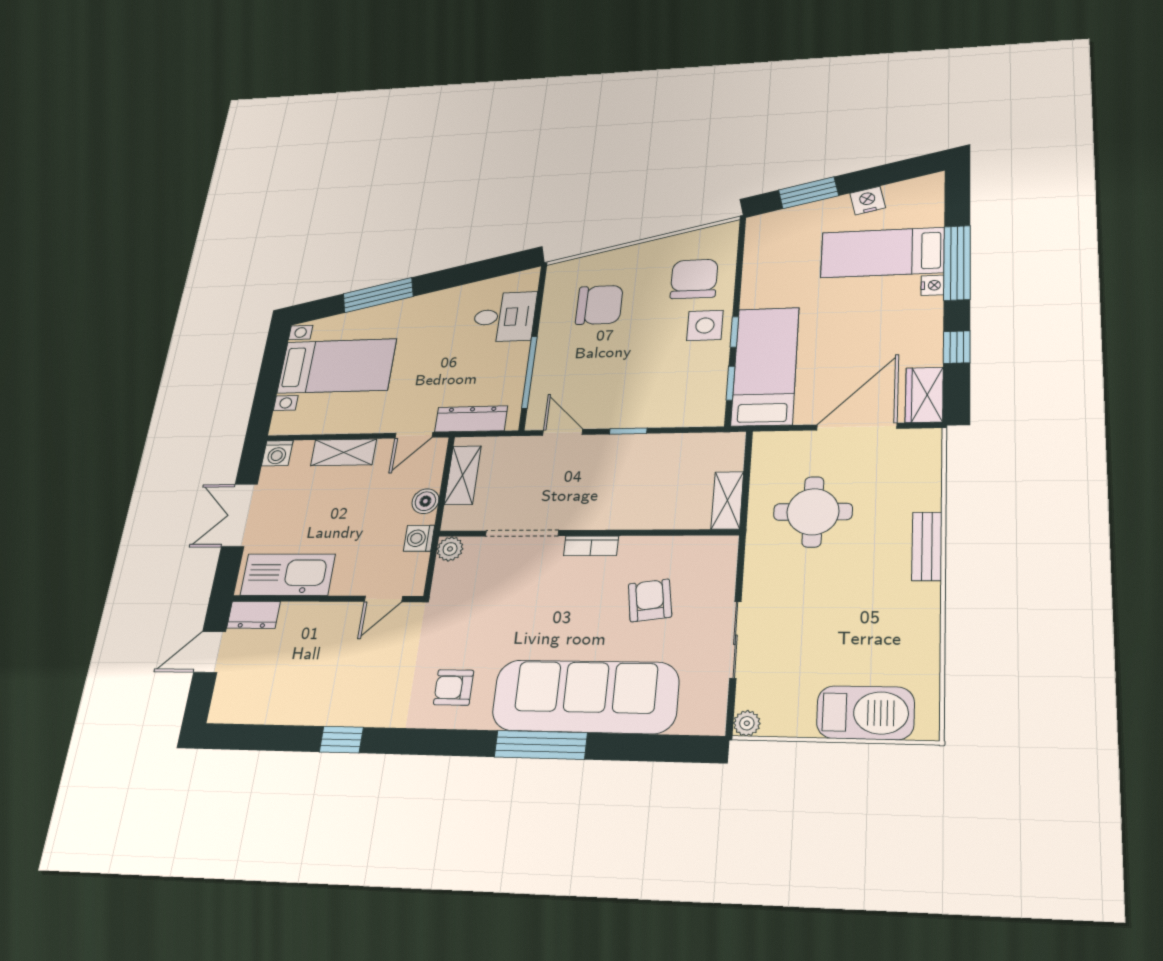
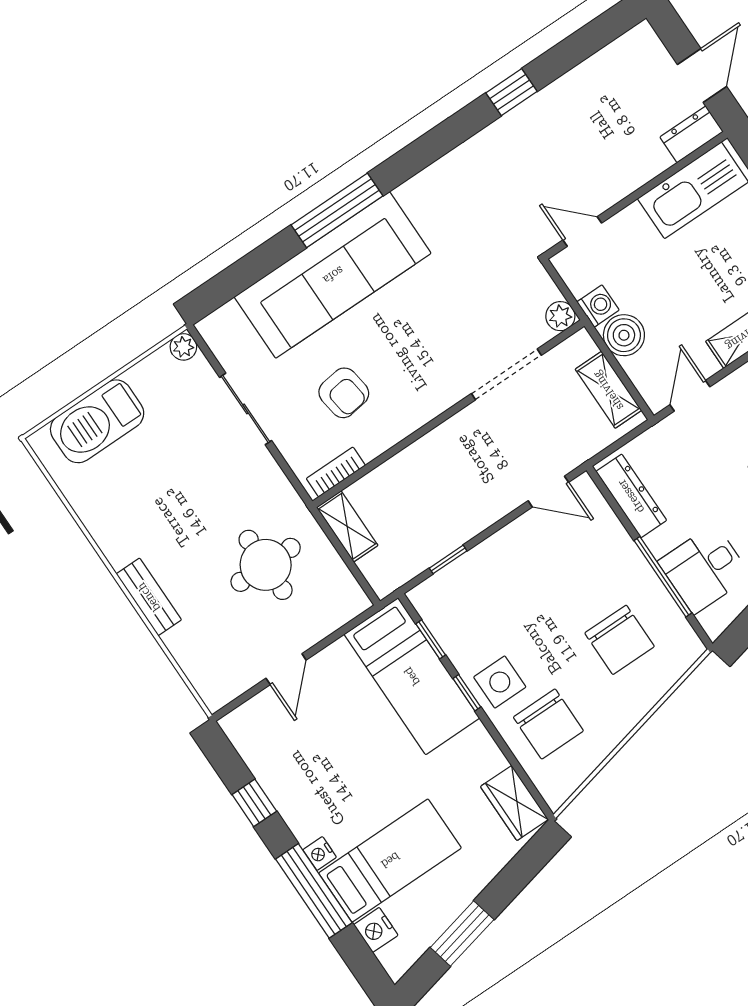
window: (808, 193) -> (462, 933), moved
nightstand: (868, 201) -> (376, 930), moved, turned 103
chair: (599, 305) -> (620, 640), turned -90
window: (529, 372) -> (663, 577), moved
wardrobe: (924, 395) -> (514, 803), moved, turned 180
dresser: (471, 419) -> (631, 496), moved, turned -90
door: (857, 427) -> (286, 669), width x0.53
window: (628, 431) -> (448, 559), moved
boiler: (425, 501) -> (624, 335), width x1.36, depth x1.36
bookcase: (591, 546) -> (336, 472), moved
door: (383, 599) -> (582, 231), hinge flipped
armchair: (454, 687) -> (452, 203), removed

